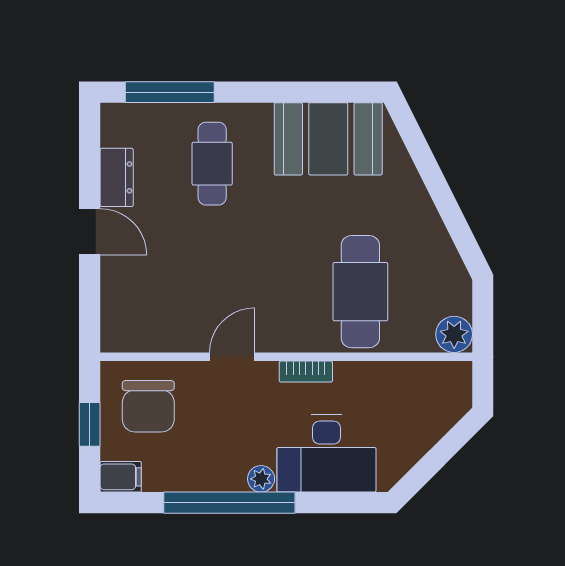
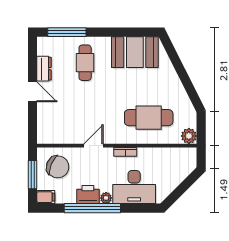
cafe table: (360, 292) -> (149, 118), turned 90
chair: (148, 406) -> (58, 167), turned -67
window: (90, 424) -> (33, 175), width x1.50
printer: (219, 471) -> (88, 195), added

